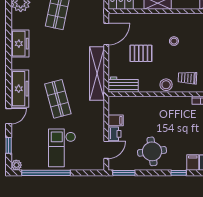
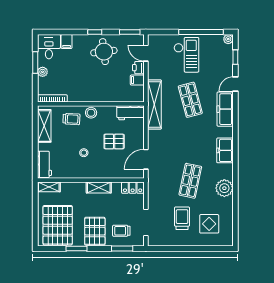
shelving: (97, 73) -> (154, 105), moved
door: (106, 150) -> (146, 53), hinge flipped
window: (179, 173) -> (95, 32), moved

